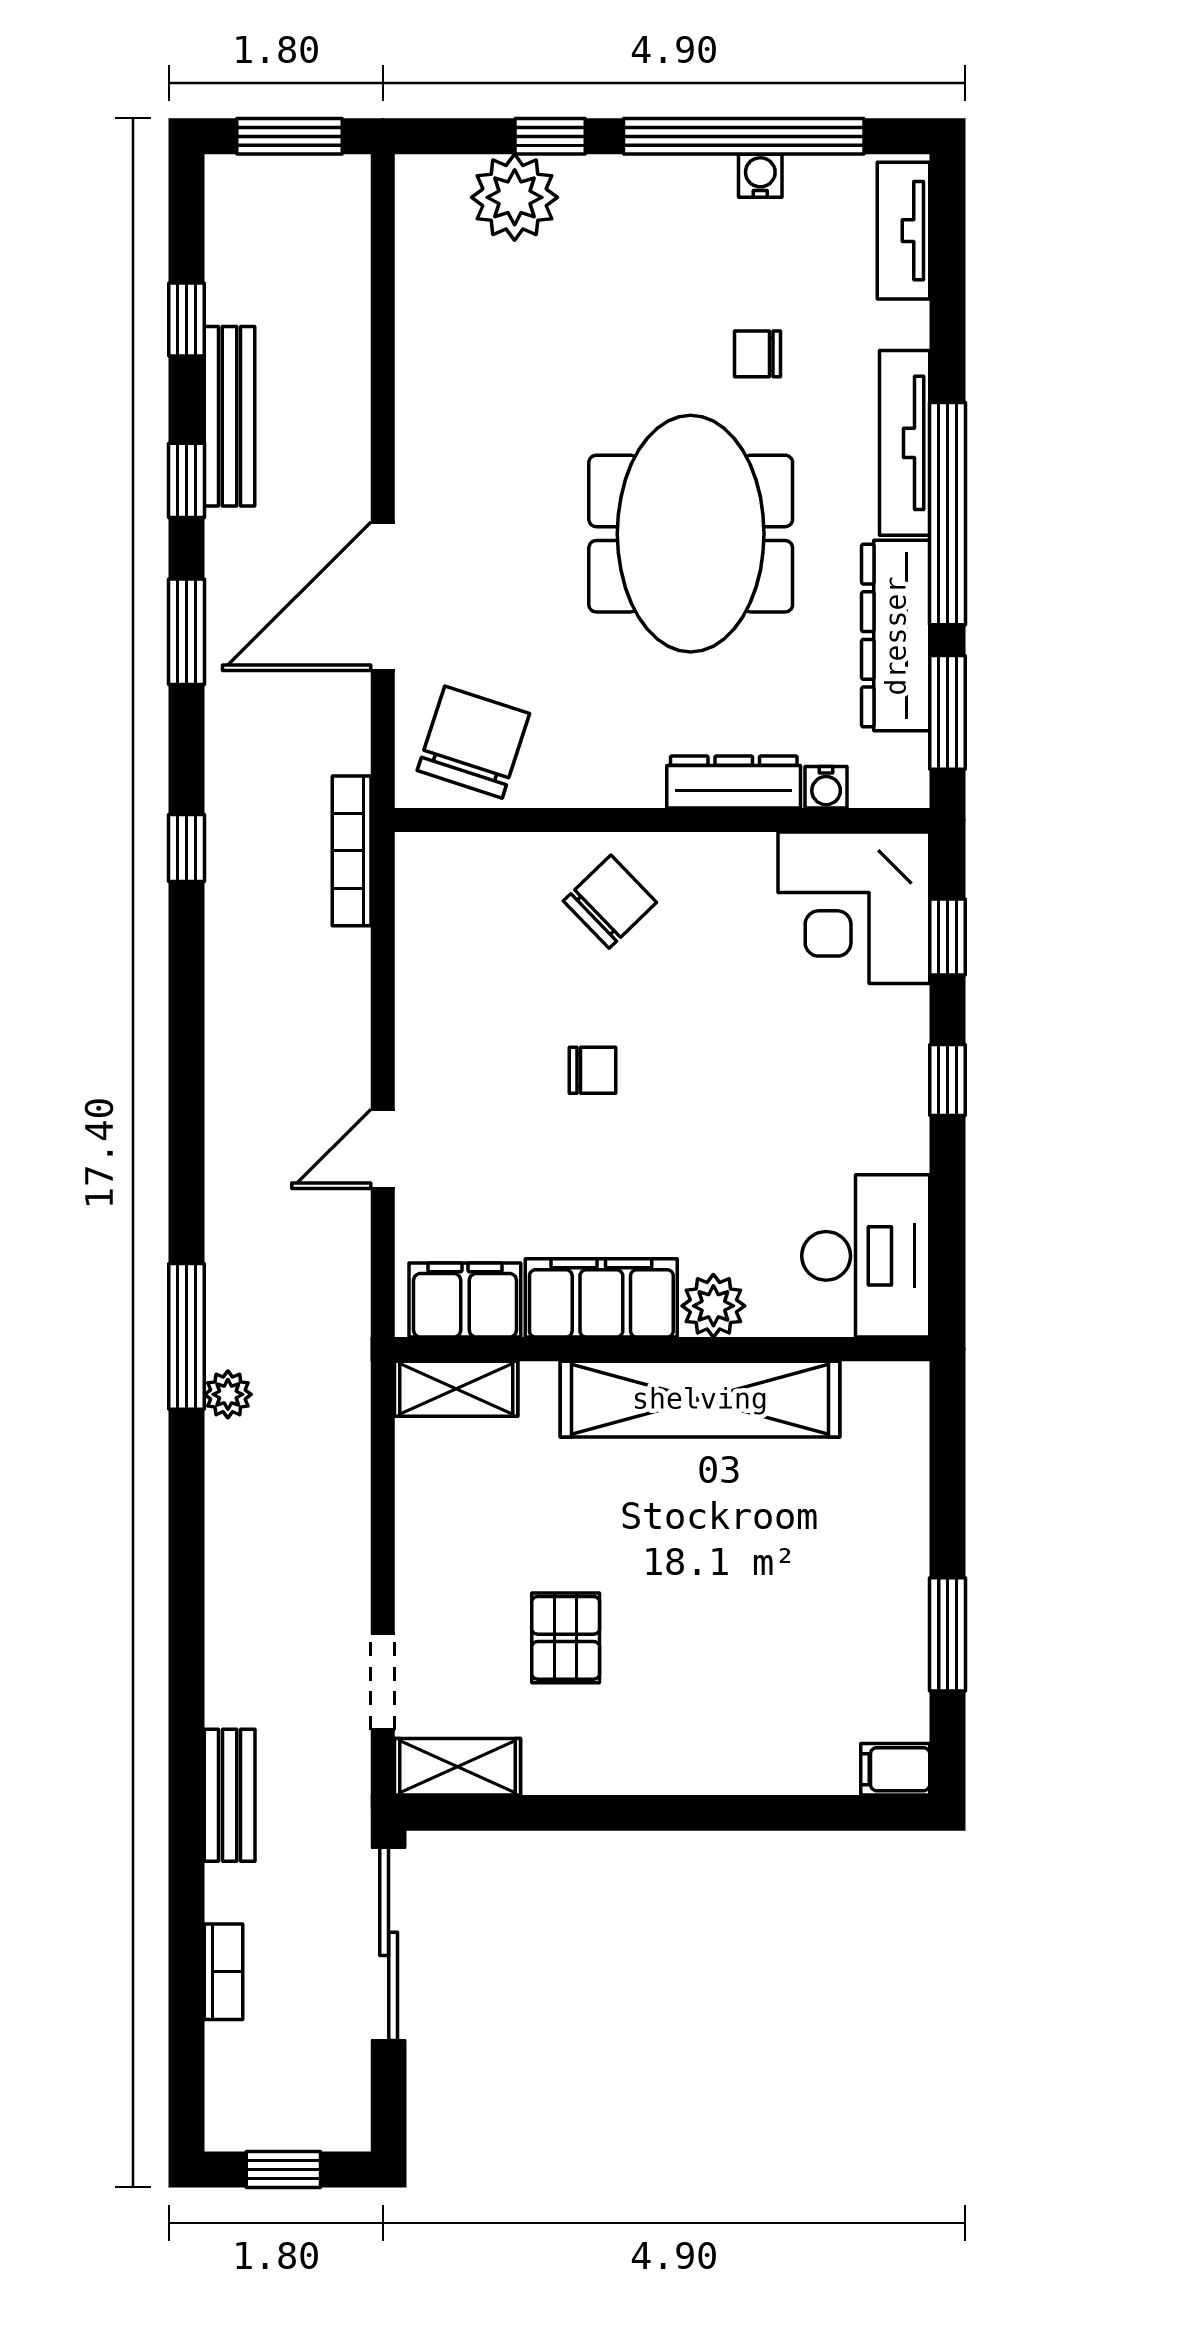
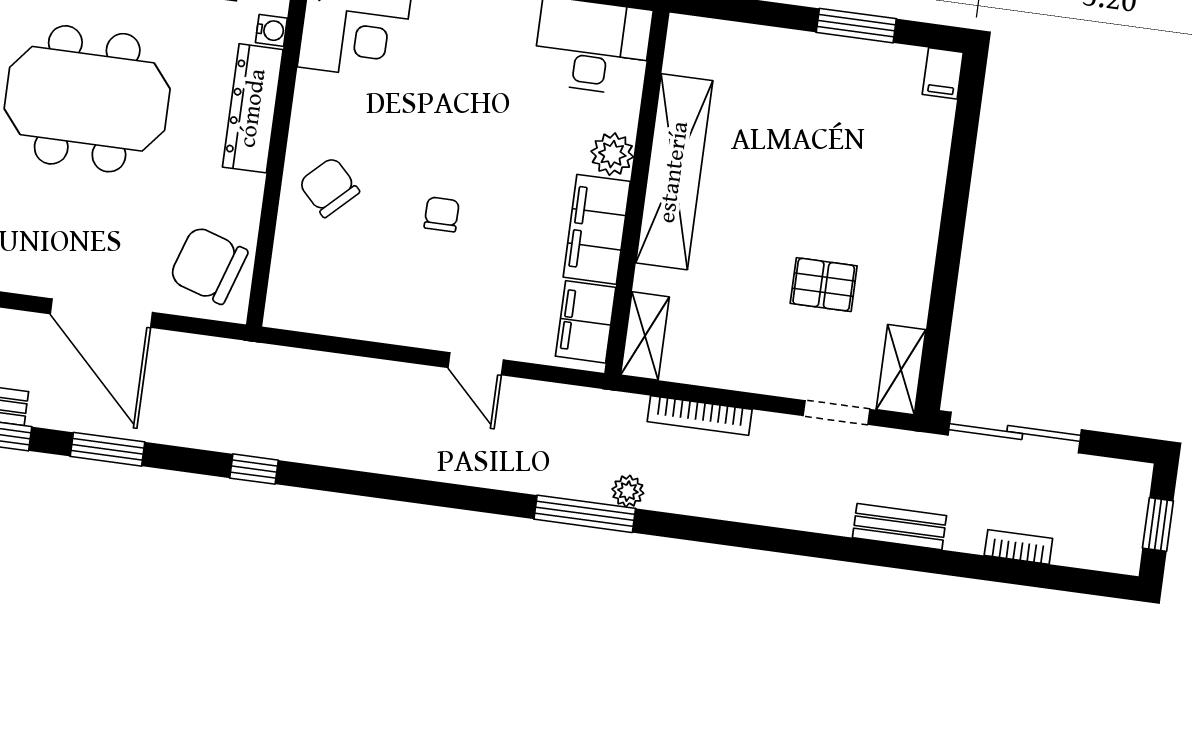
dresser: (734, 782) -> (253, 108), width x1.37, depth x1.24
bookcase: (352, 851) -> (700, 415), moved

